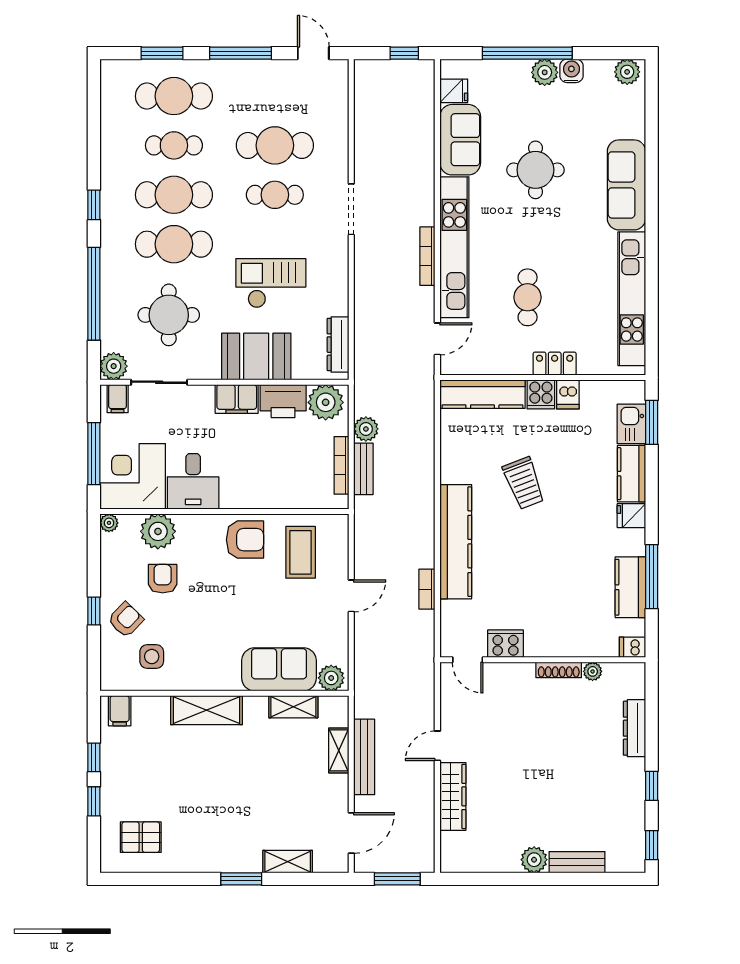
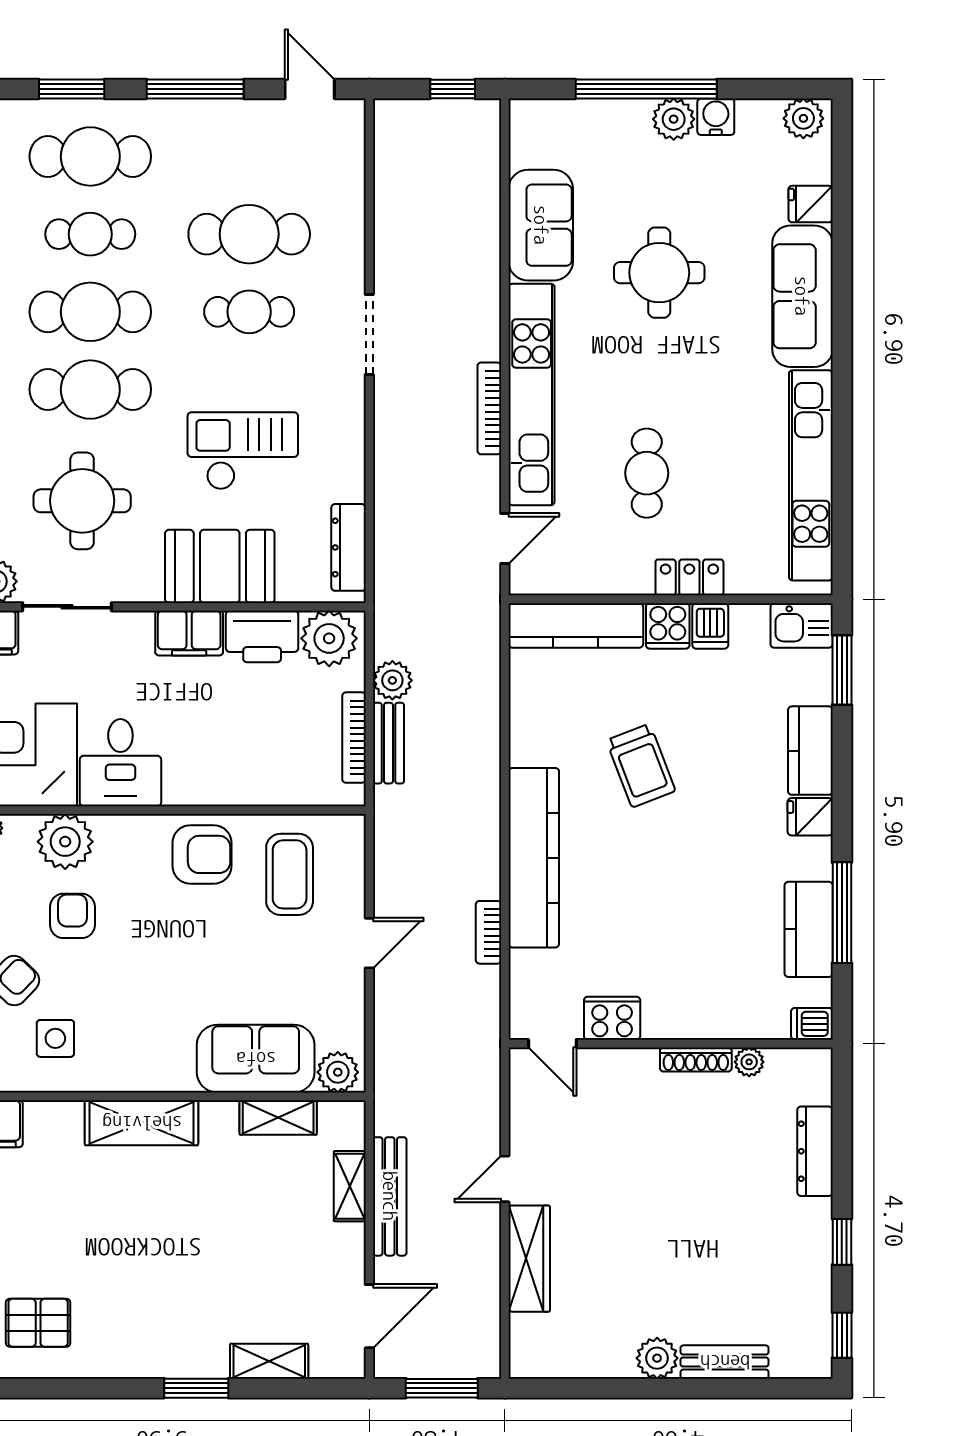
fridge: (454, 91) -> (811, 204), moved, turned 180
kitchen sink: (631, 424) -> (802, 625), moved, turned -90

